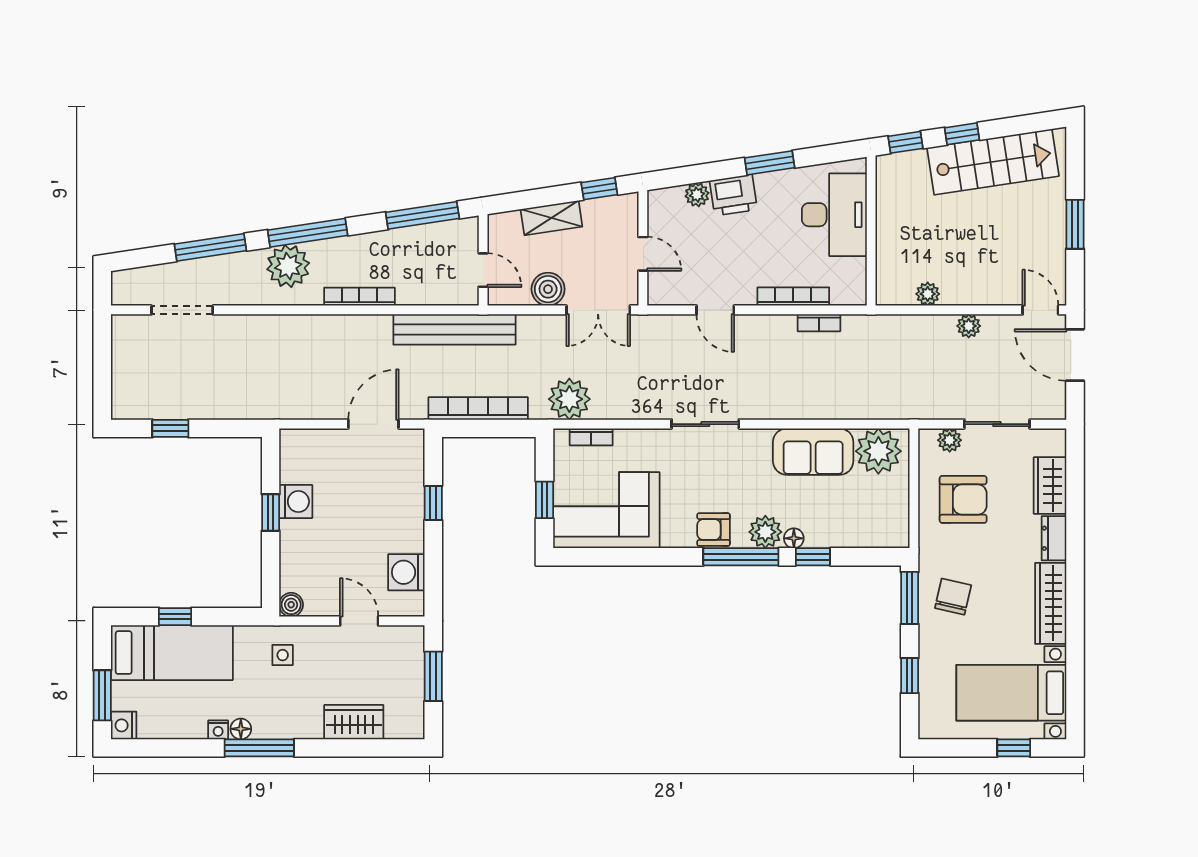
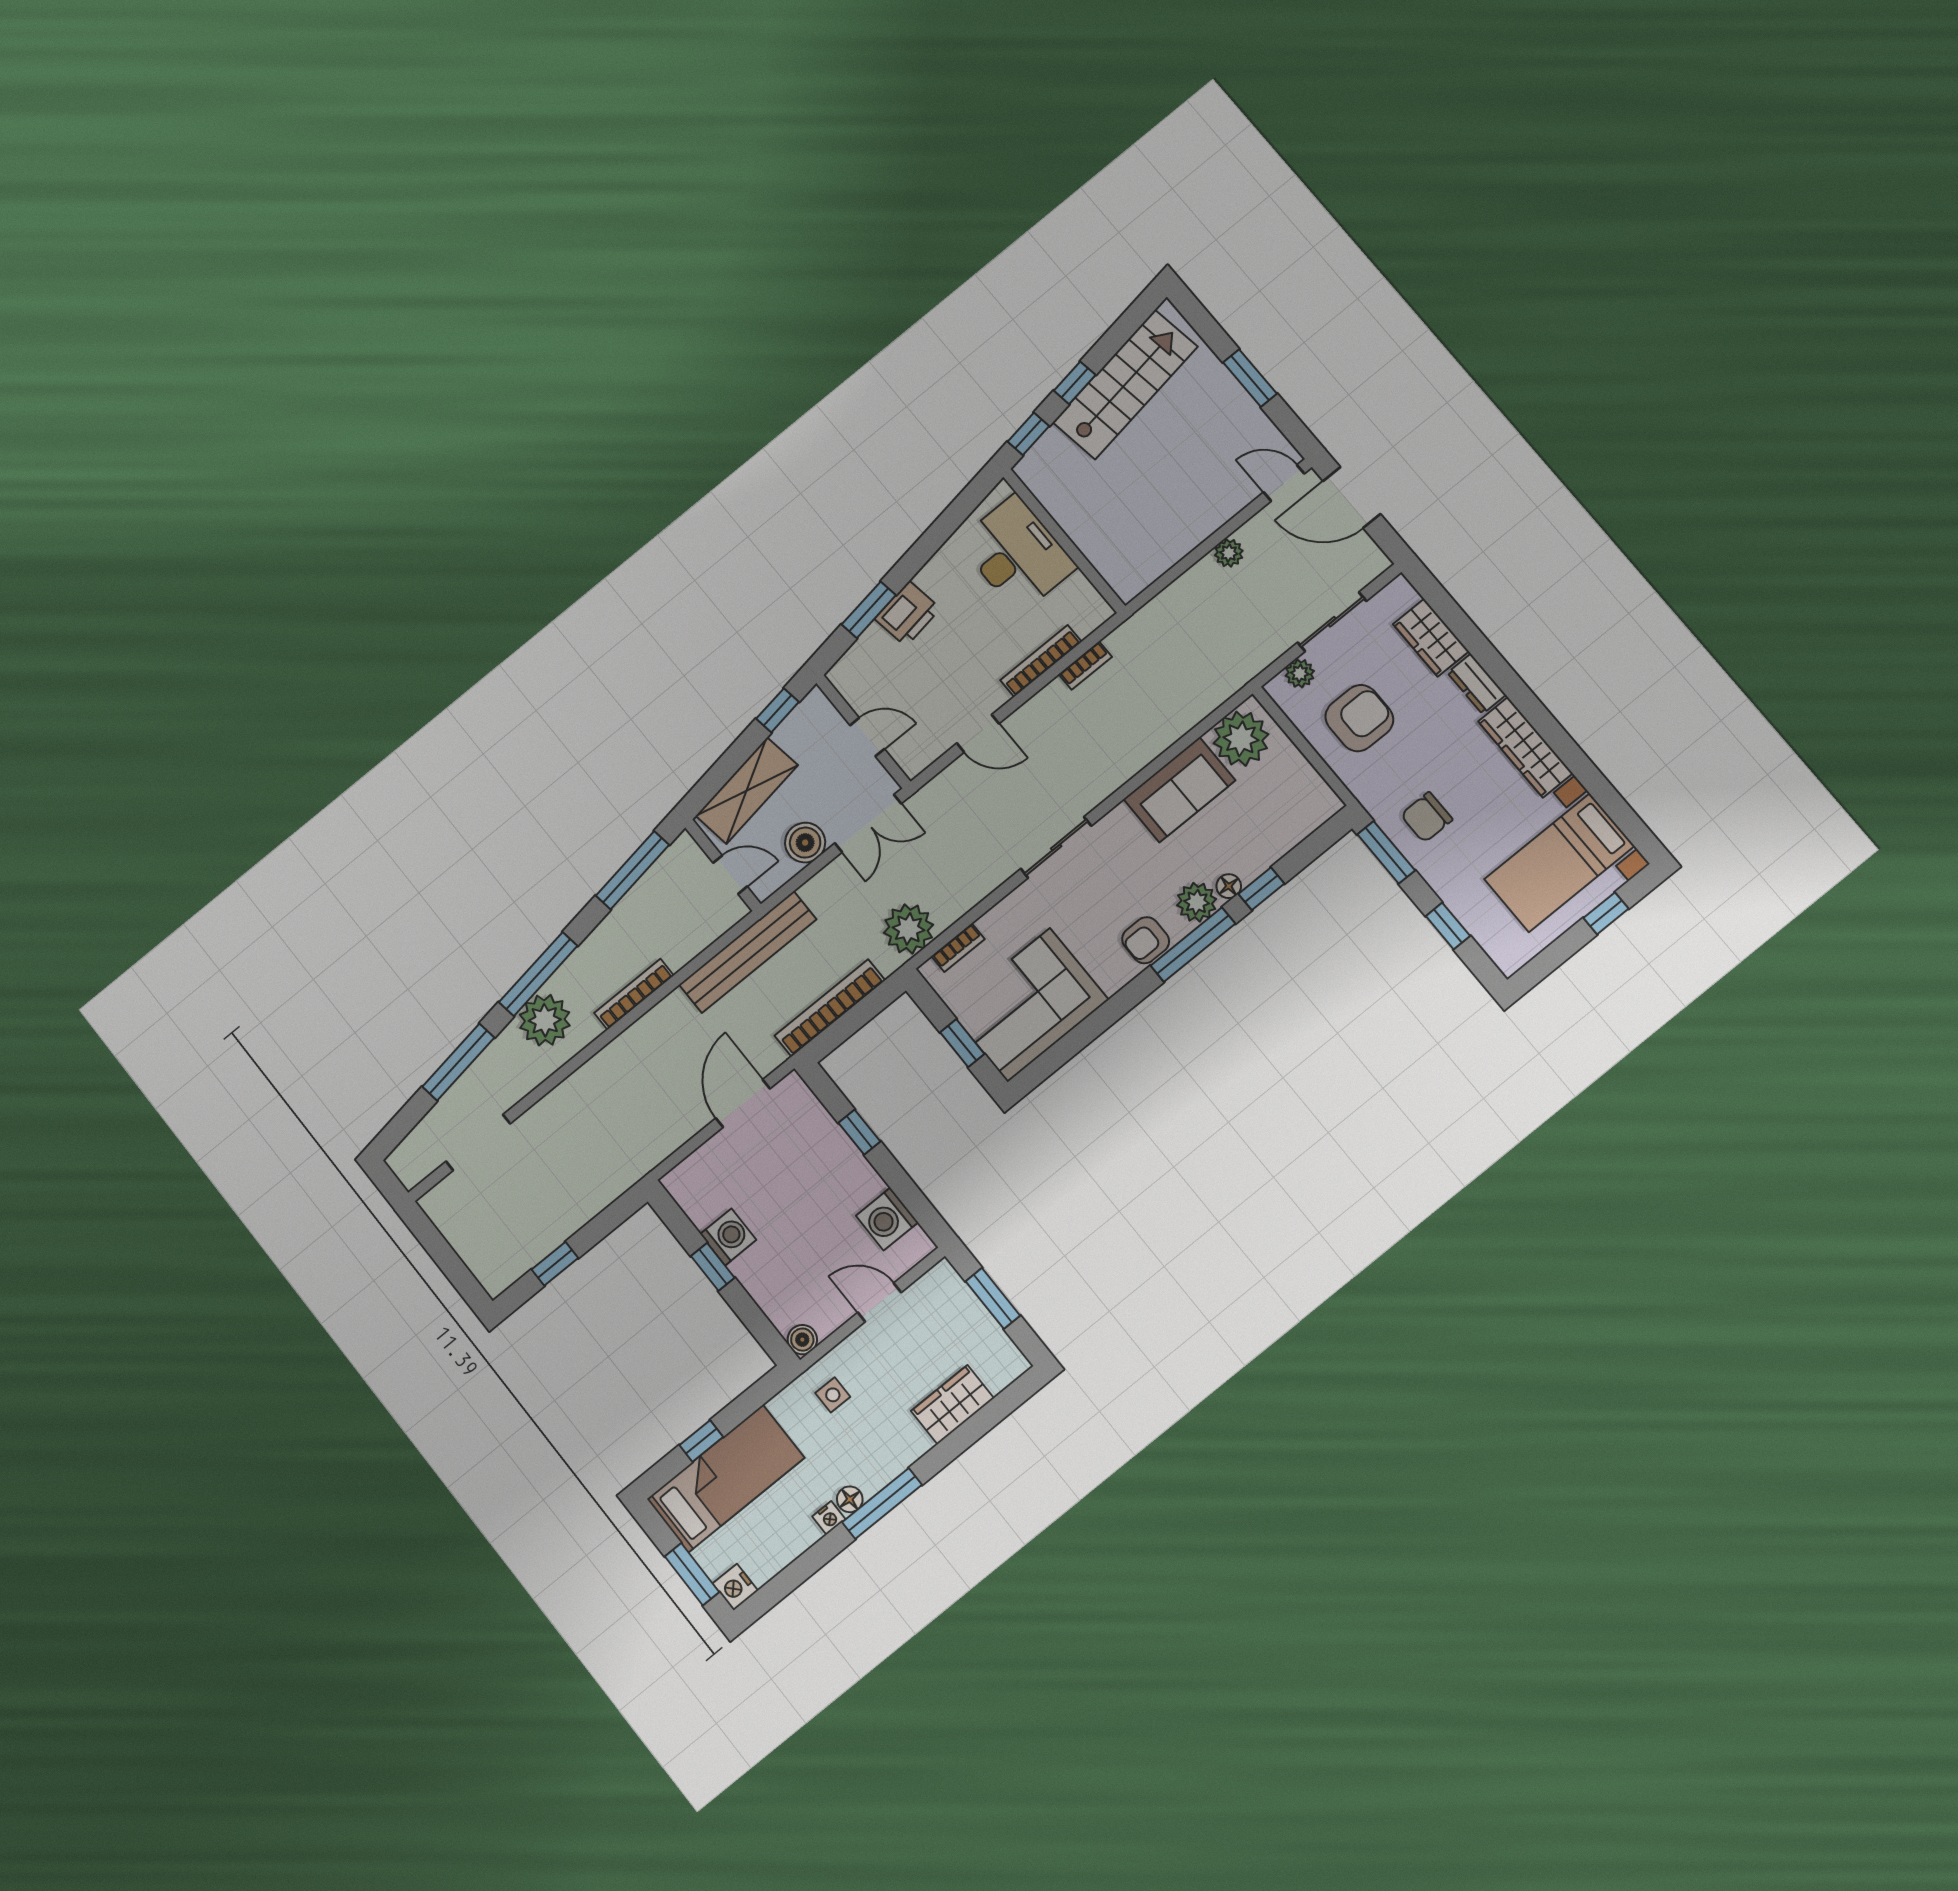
window: (770, 163) -> (869, 610), moved
plant: (697, 195) -> (873, 641), removed
shelving: (551, 218) -> (747, 791), width x1.50, depth x1.33
plant: (928, 294) -> (1165, 555), removed
chair: (953, 597) -> (1427, 817), turned -103

